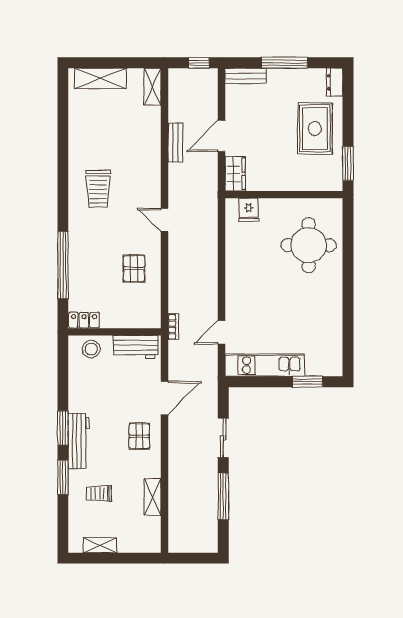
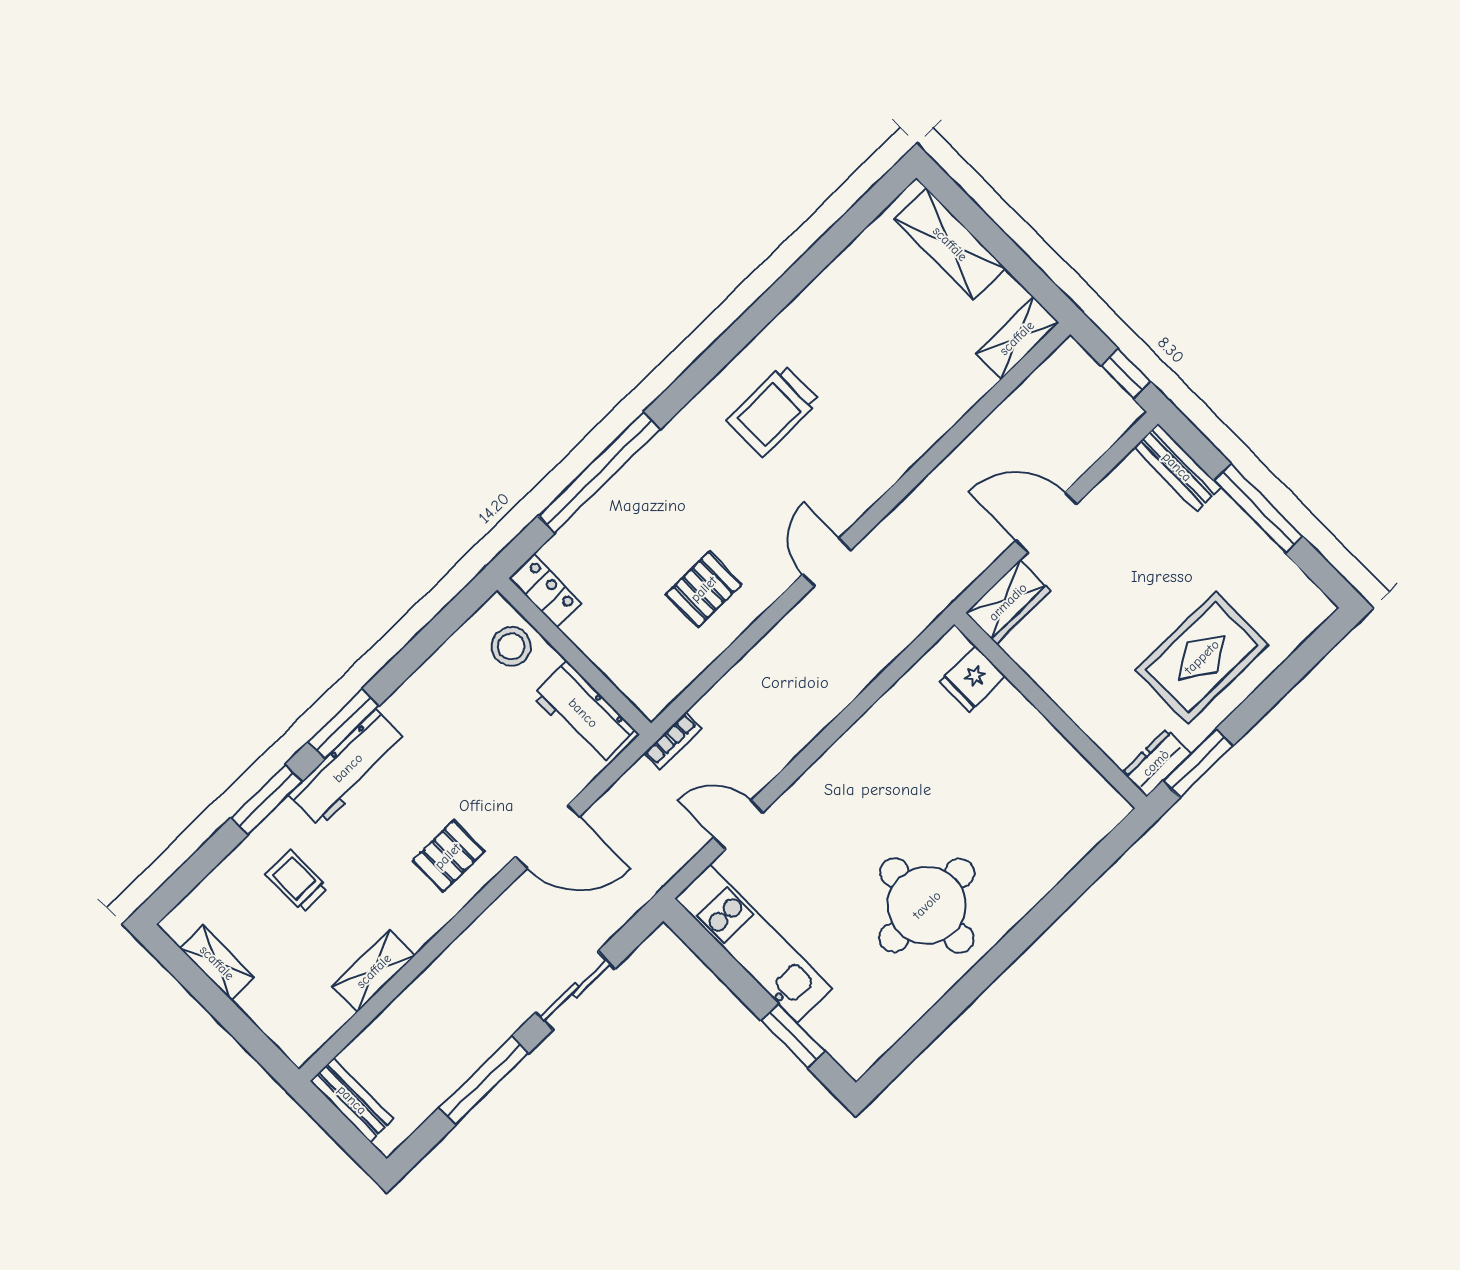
dresser: (335, 82) -> (1156, 763), moved
bench: (175, 143) -> (352, 1100), moved, turned 90
round table: (309, 245) -> (927, 905), moved

